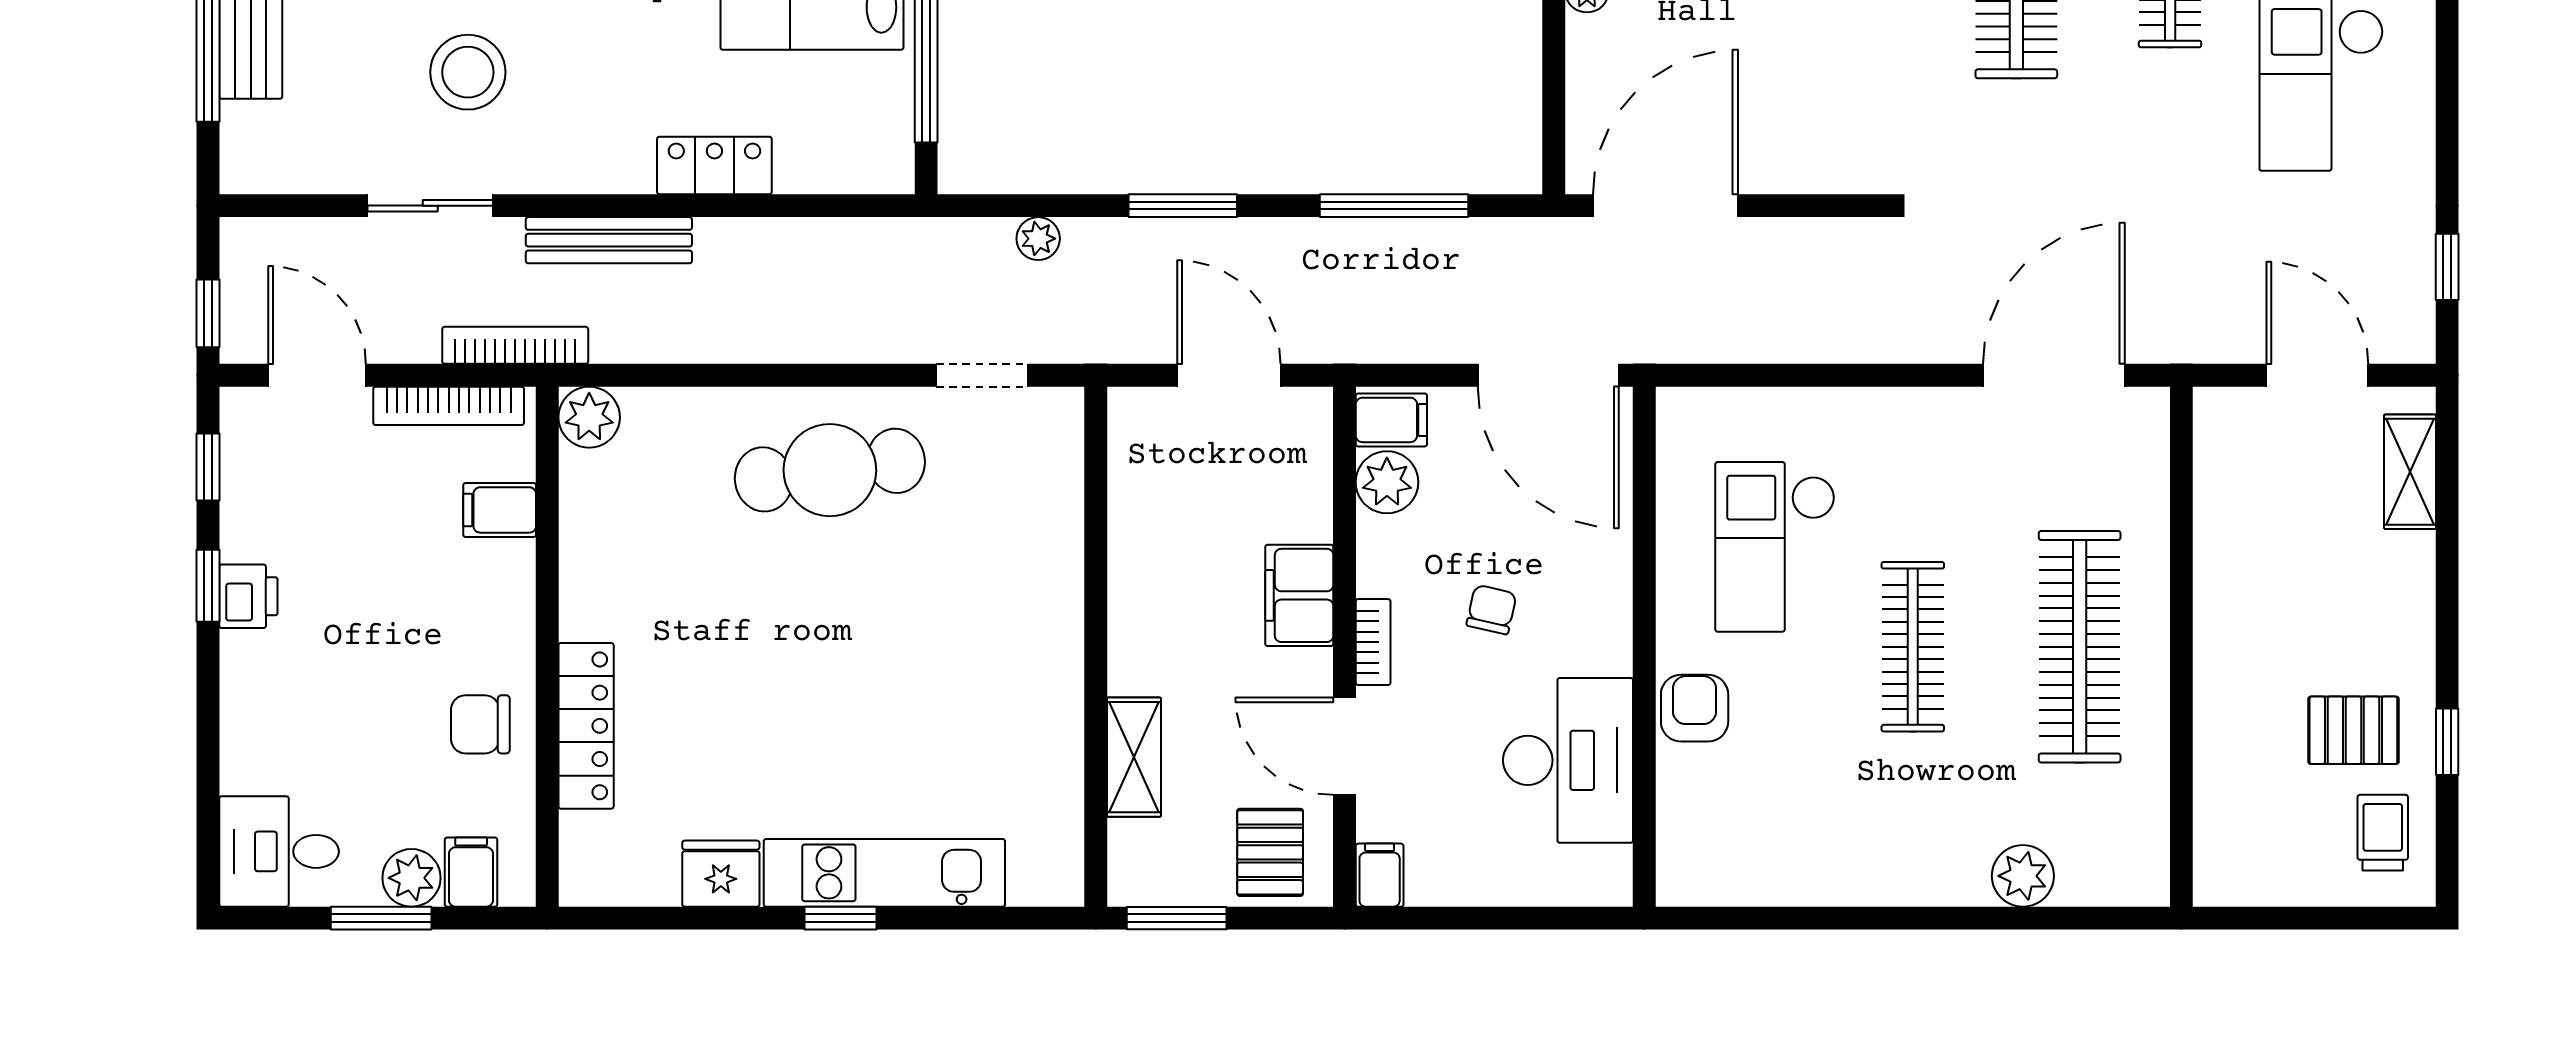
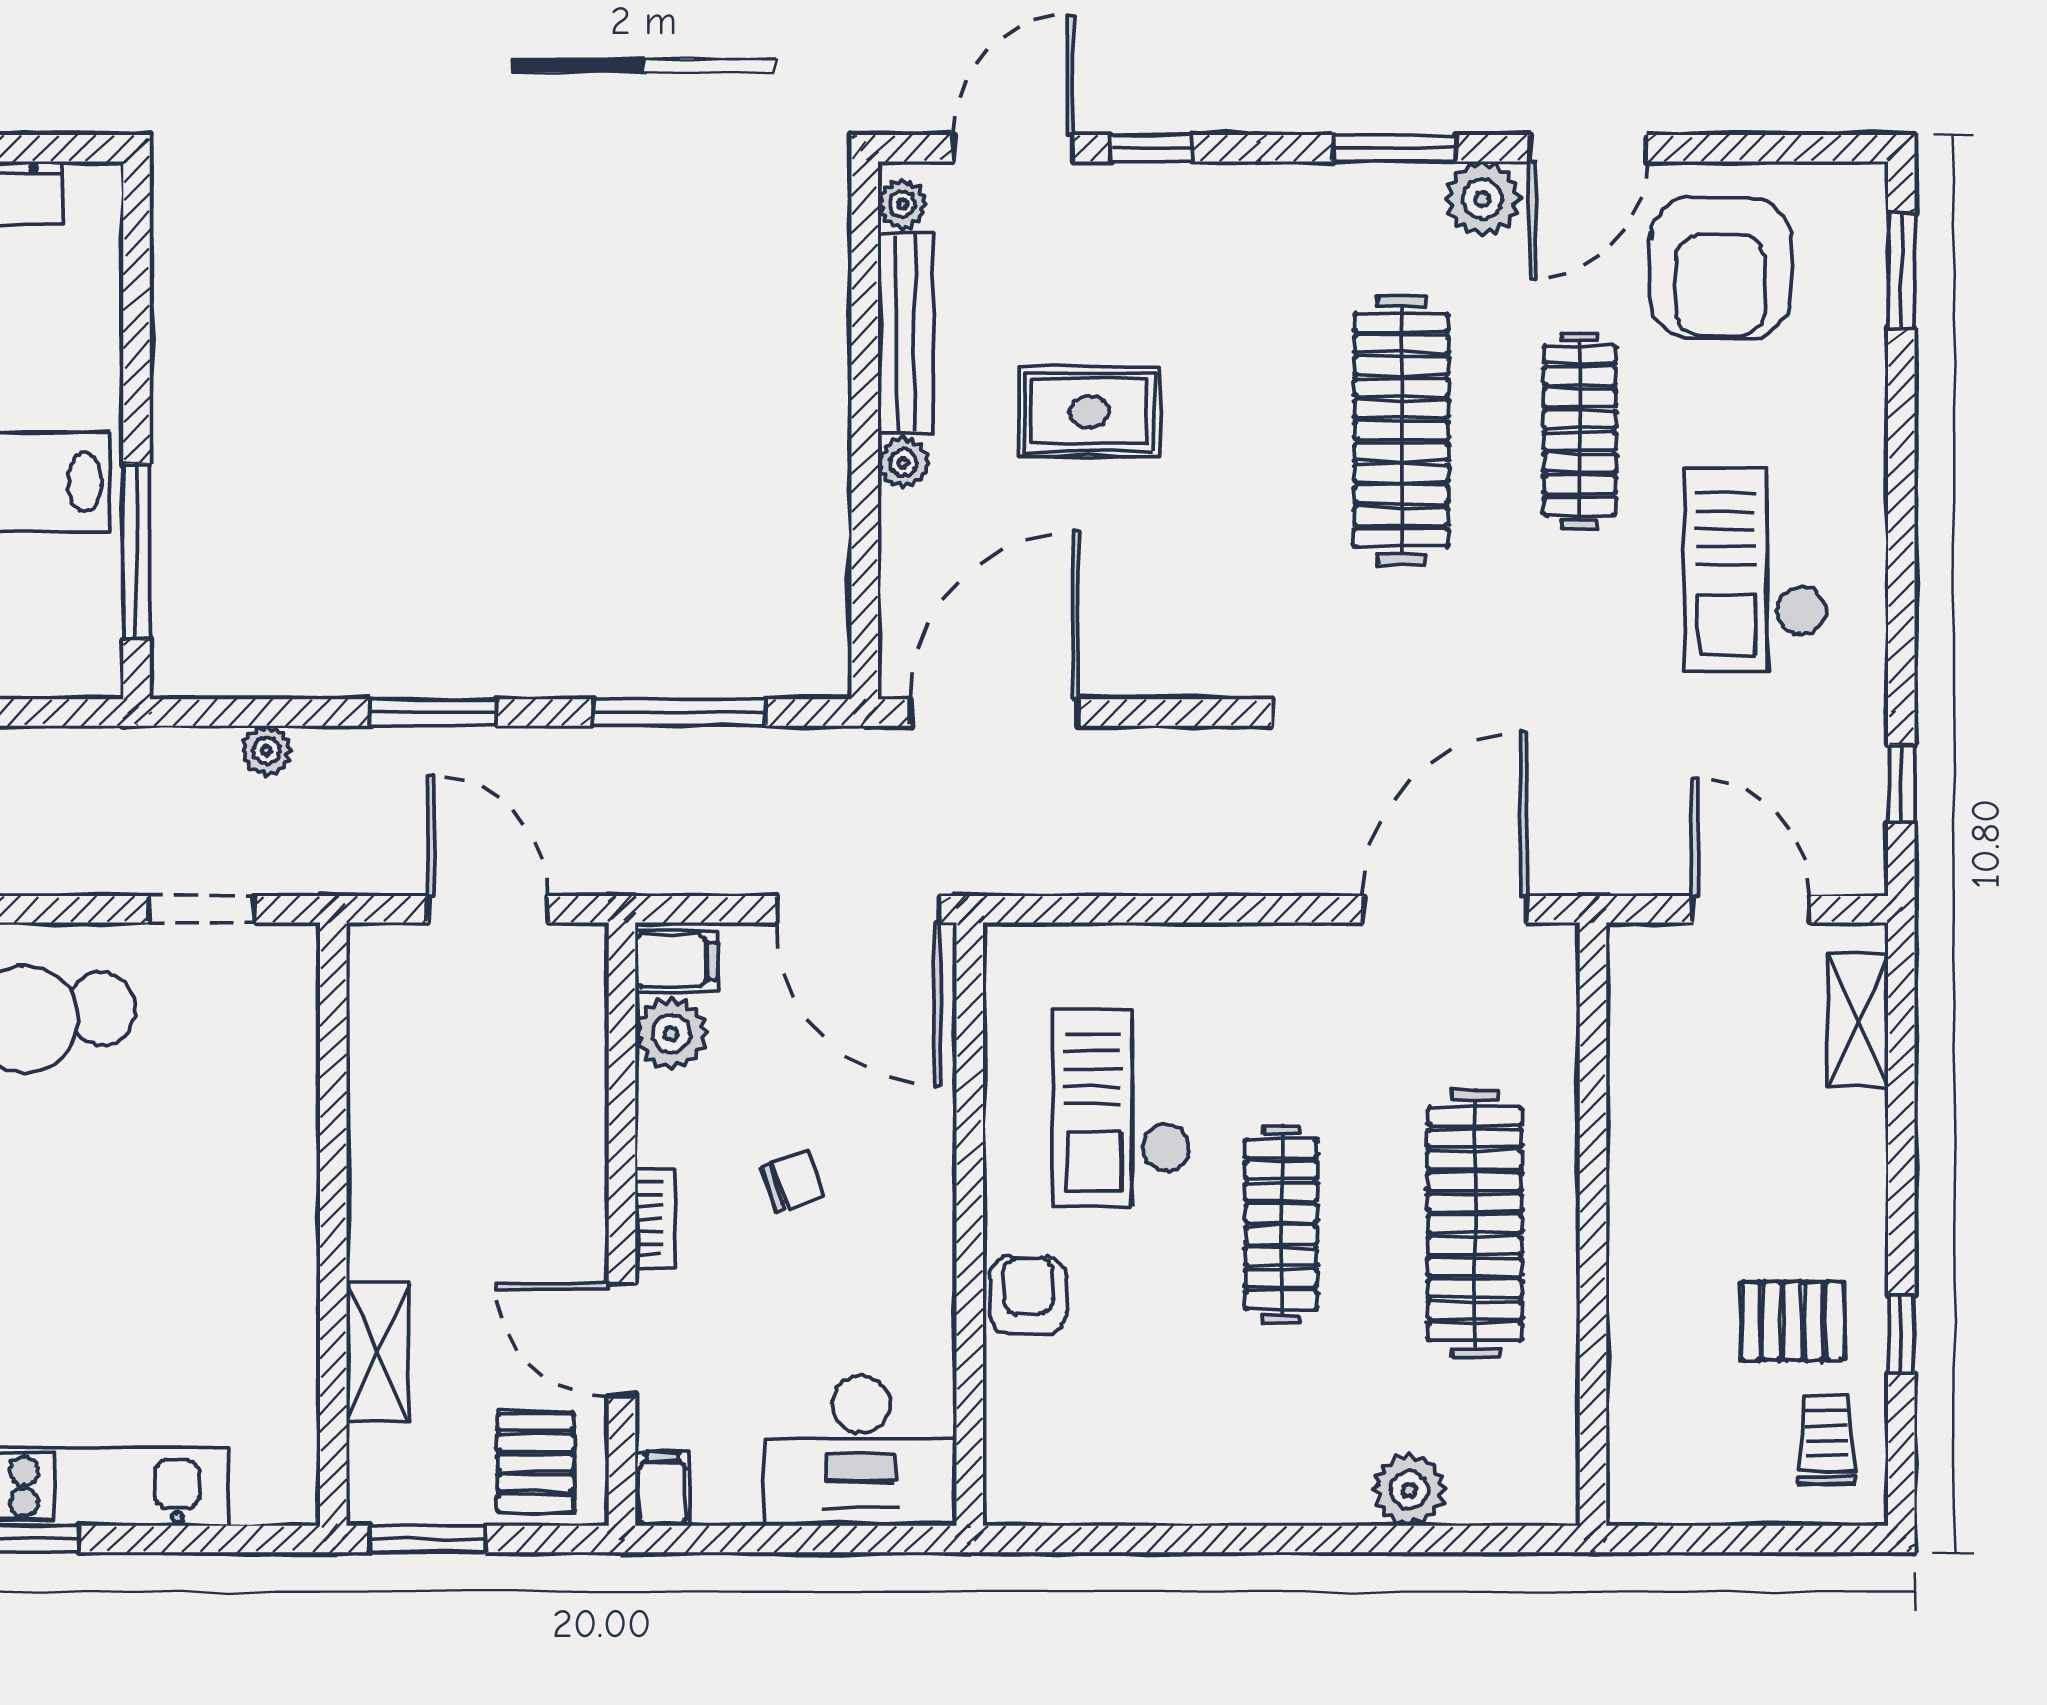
filing cabinet: (1299, 595) -> (570, 1165), removed
chair: (1491, 610) -> (792, 1181), turned 58
desk: (1568, 760) -> (861, 1451), moved, turned 90

